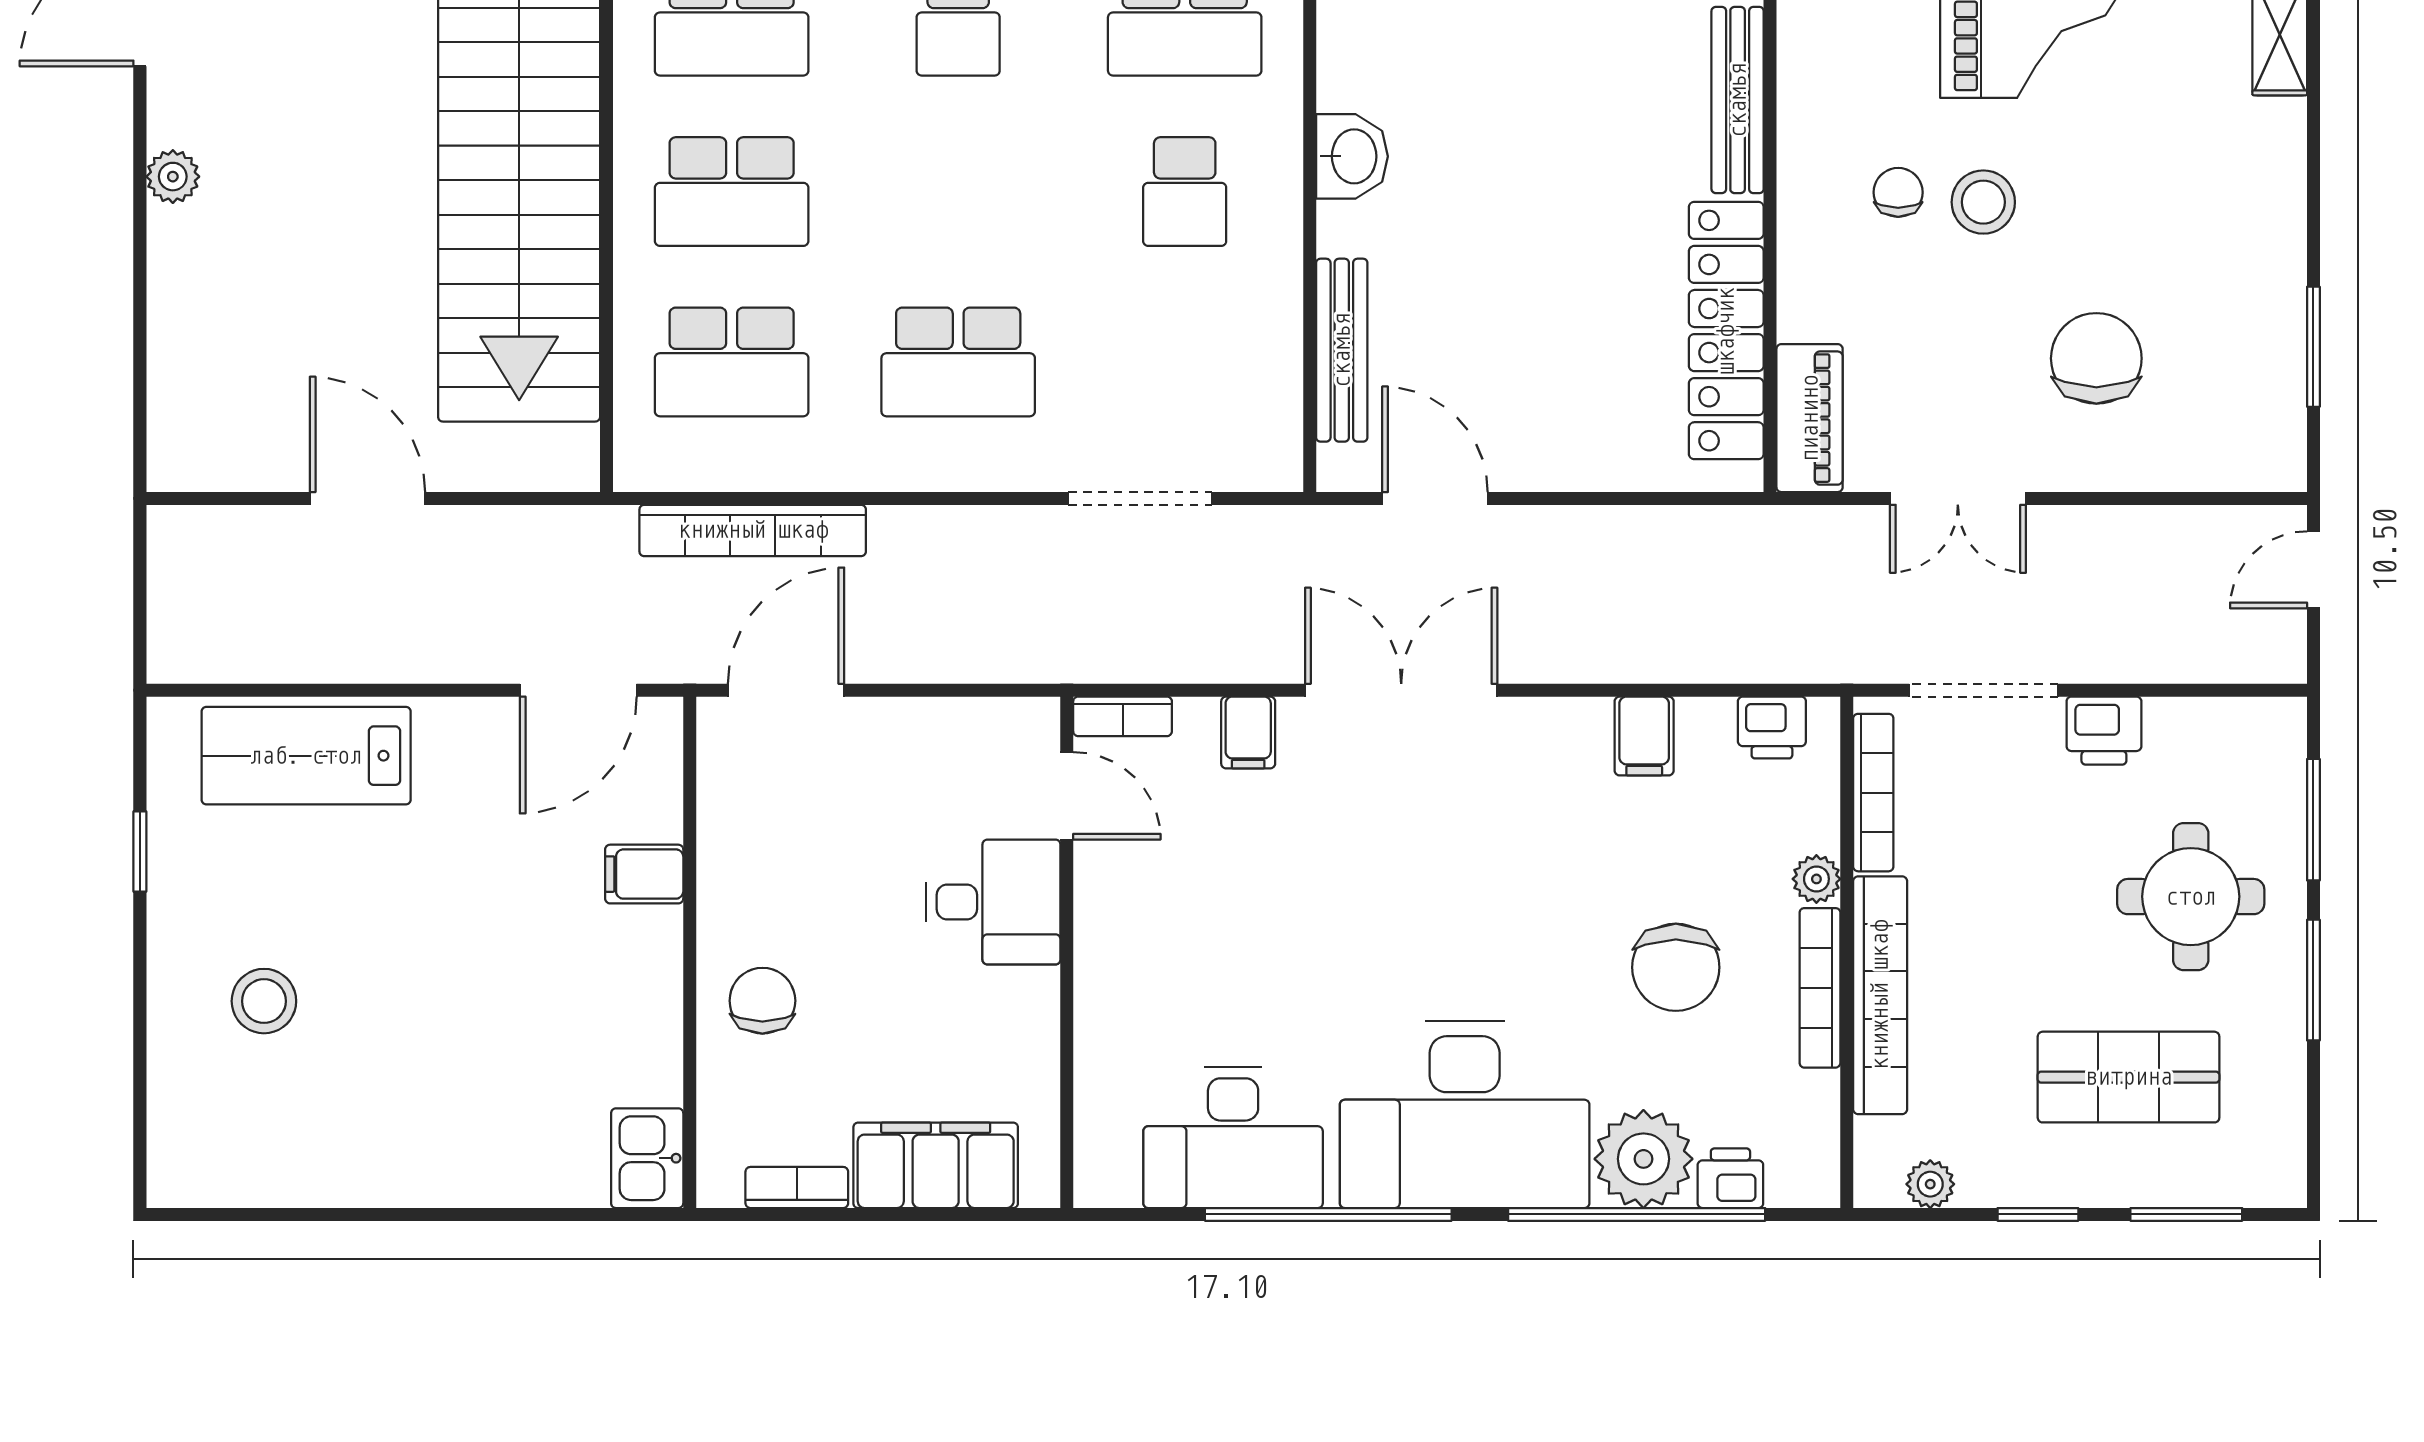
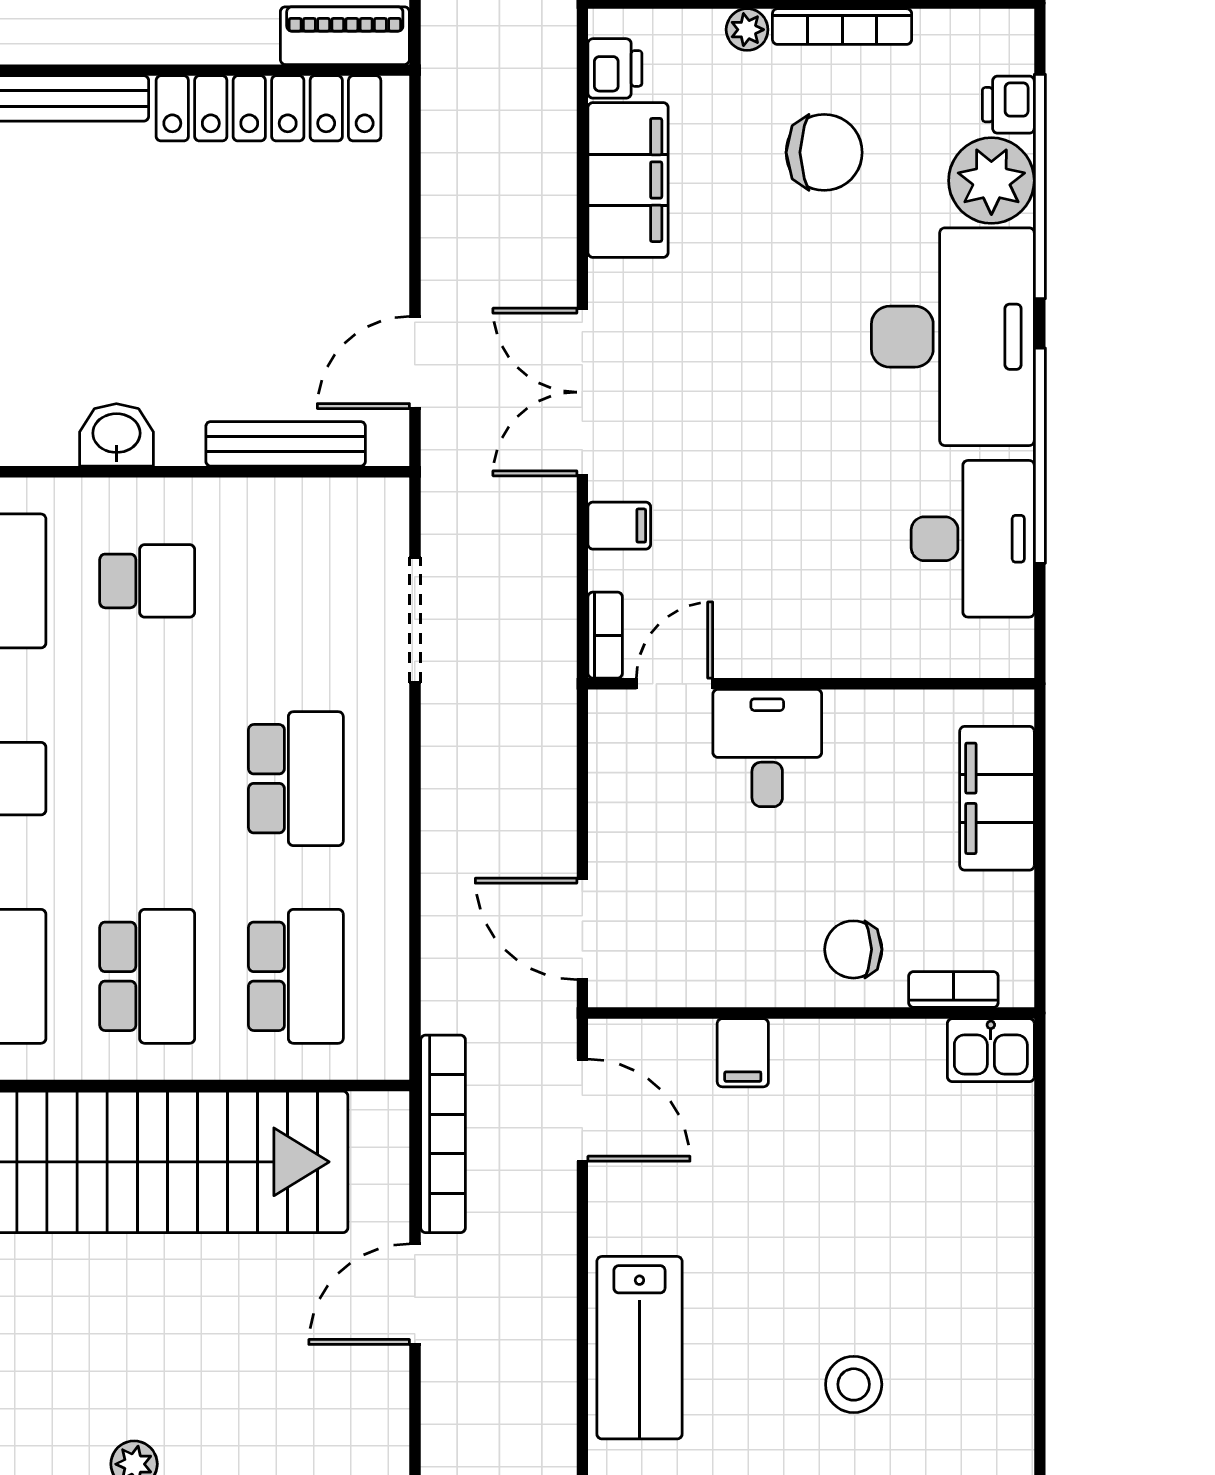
bookcase: (753, 530) -> (443, 1134), moved
filing cabinet: (1644, 736) -> (628, 180), width x3.00, depth x1.17
bookcase: (797, 1187) -> (953, 989), moved, turned 90

